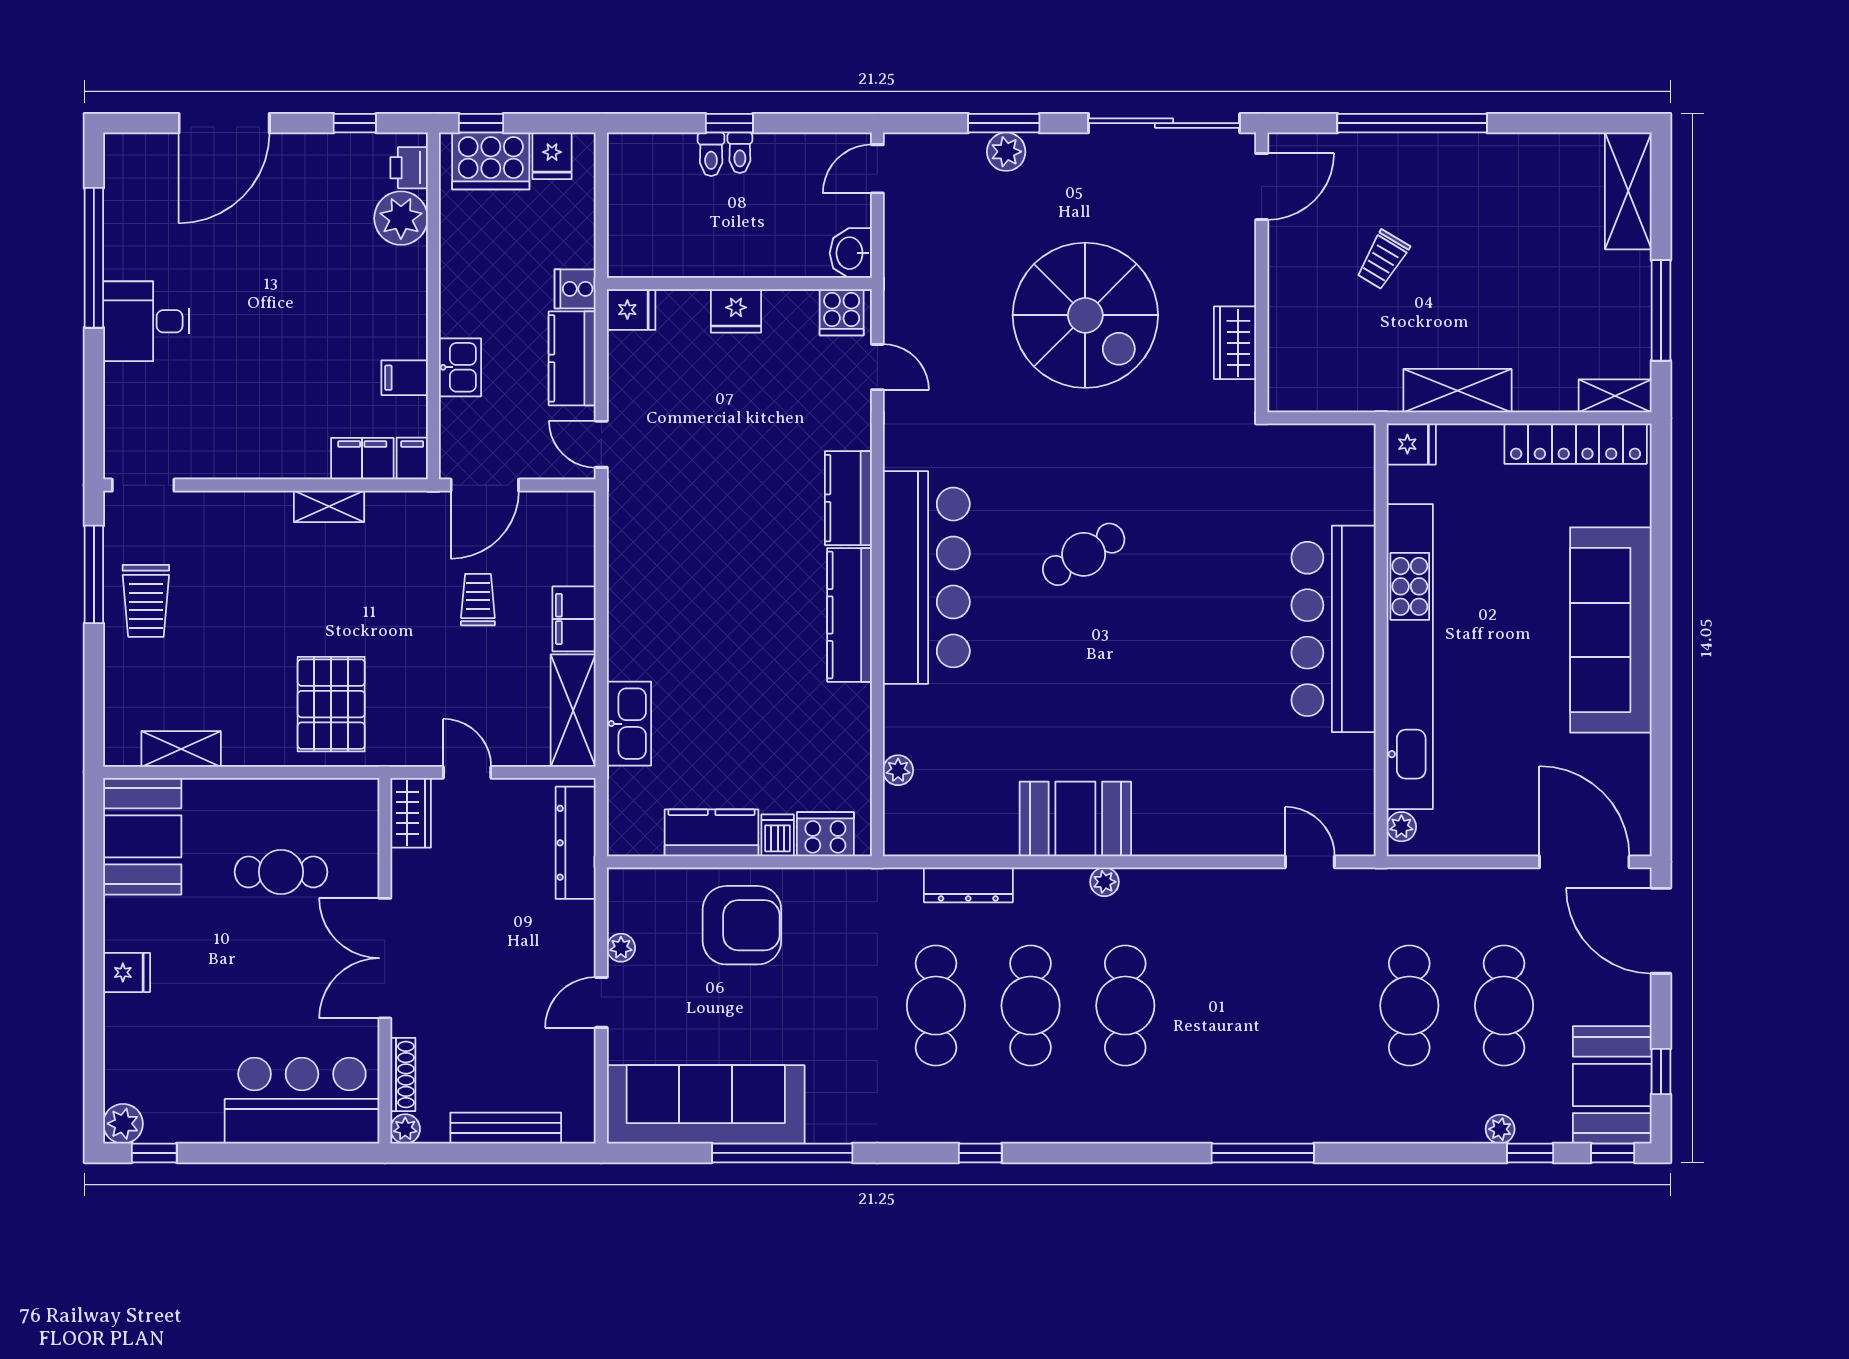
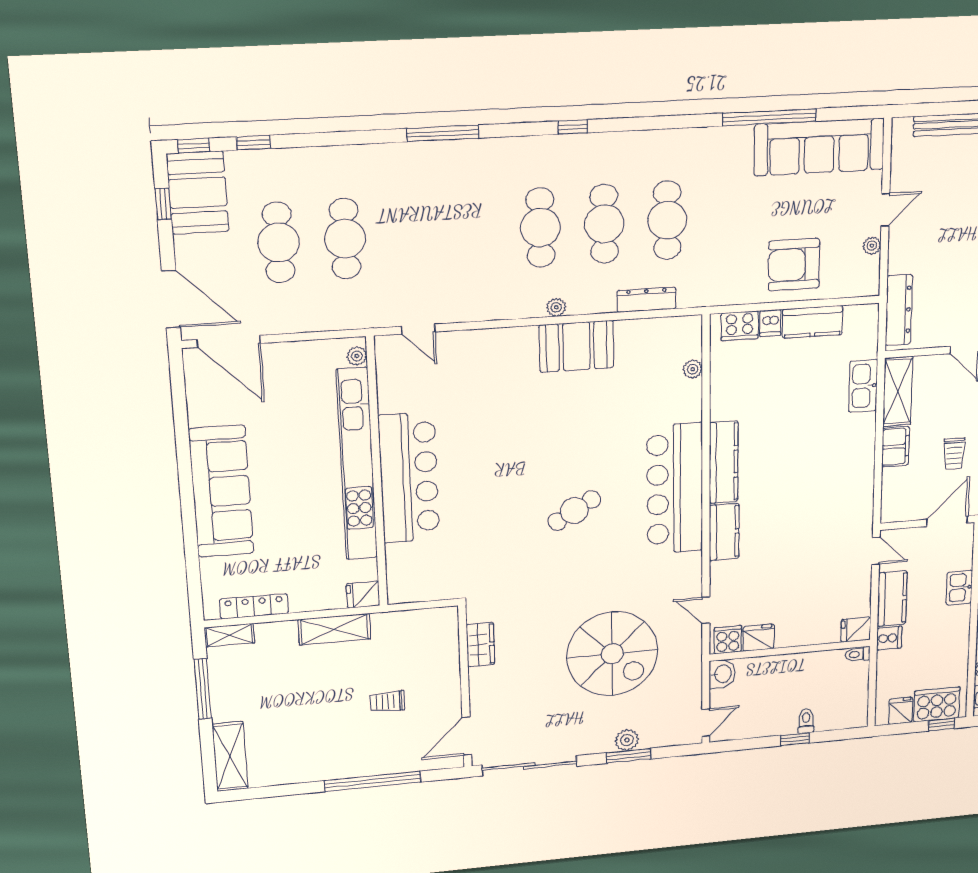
toilet: (740, 153) -> (858, 654), moved, turned -90
trolley: (1383, 260) -> (387, 702), turned -121
fridge: (736, 311) -> (759, 638), moved
spiral stairs: (1085, 315) -> (612, 654), moved, turned 180
locker: (1576, 444) -> (254, 606), width x0.71, depth x0.83
plant: (1500, 1129) -> (276, 158), removed
window: (980, 1153) -> (573, 127), moved

